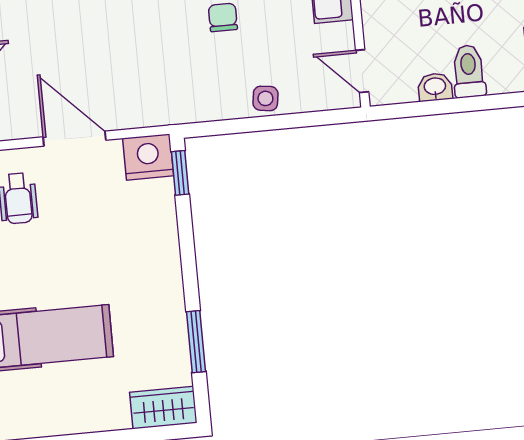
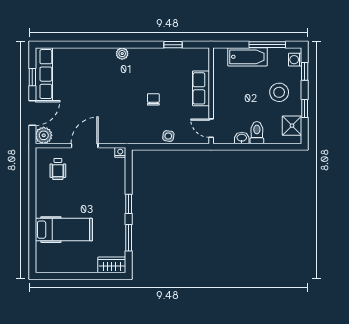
door: (75, 139) -> (85, 146), hinge flipped
nightstand: (148, 157) -> (120, 152), width x0.53, depth x0.56
window: (180, 173) -> (129, 204), moved

